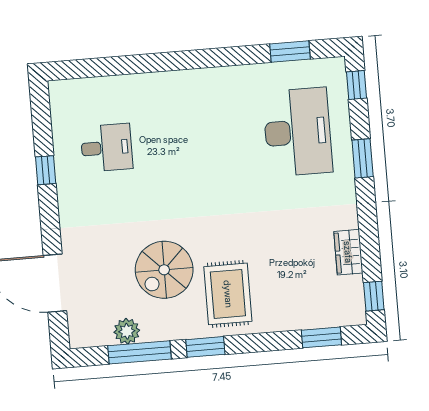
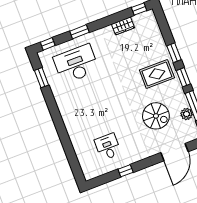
spiral stairs: (164, 270) -> (156, 116), moved
window: (321, 337) -> (174, 53), moved

